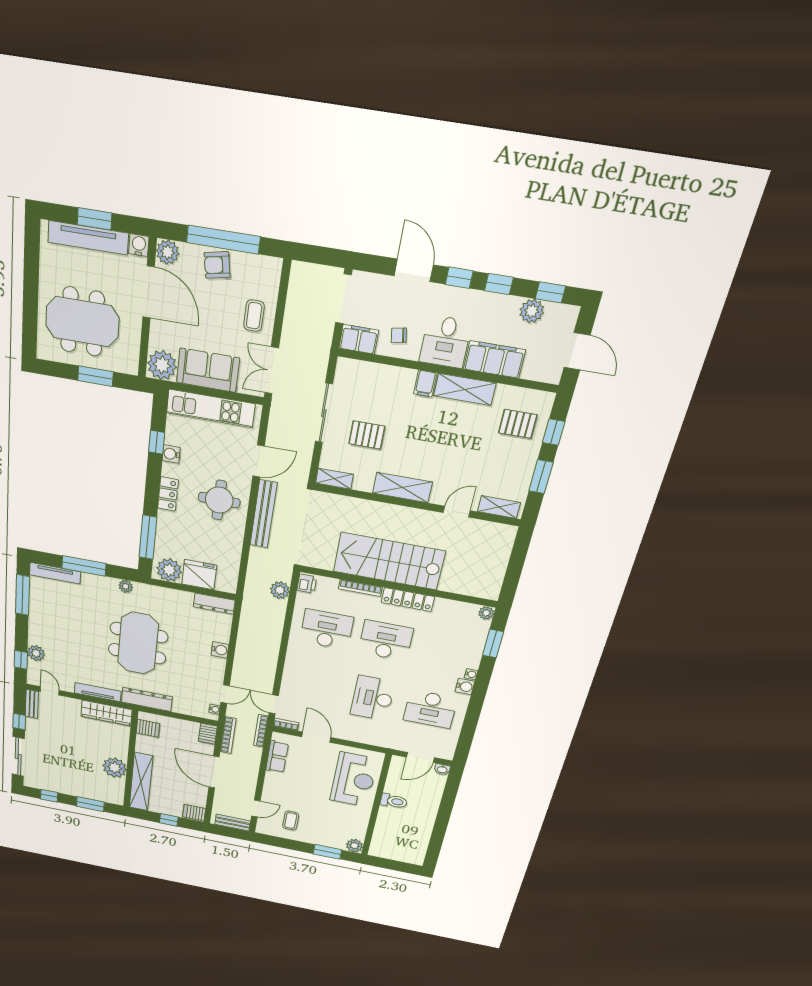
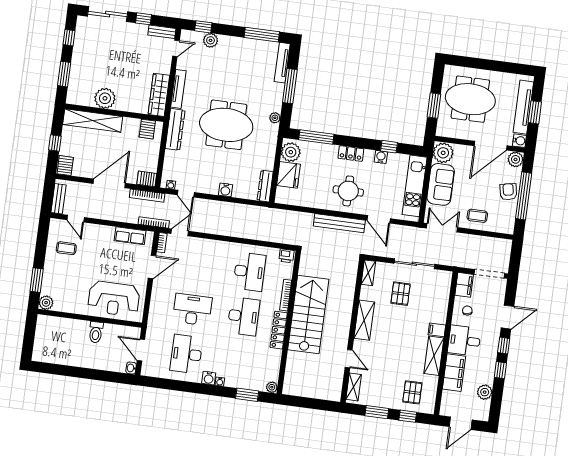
window: (550, 292) -> (496, 402), removed
meeting table: (82, 322) -> (470, 99), turned 90
plant: (280, 590) -> (280, 236), removed

